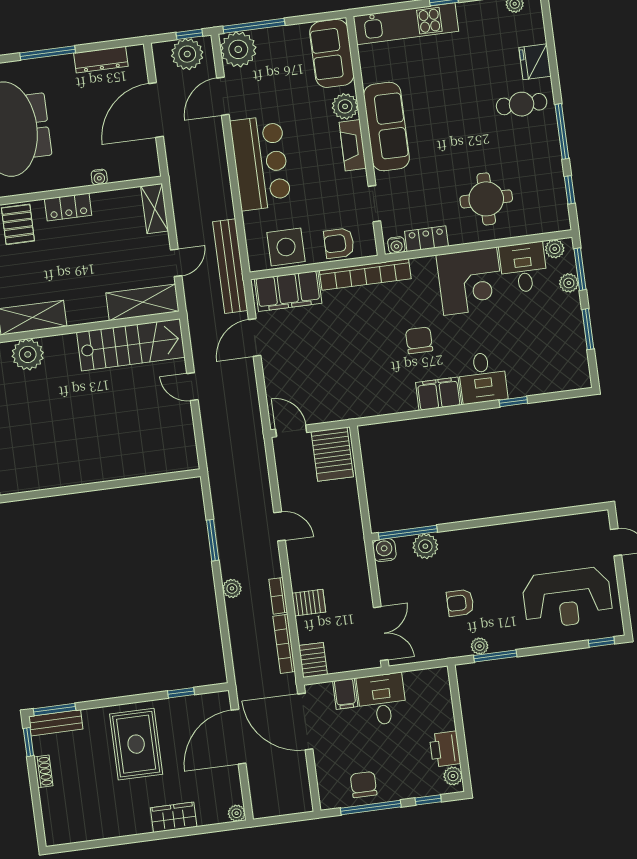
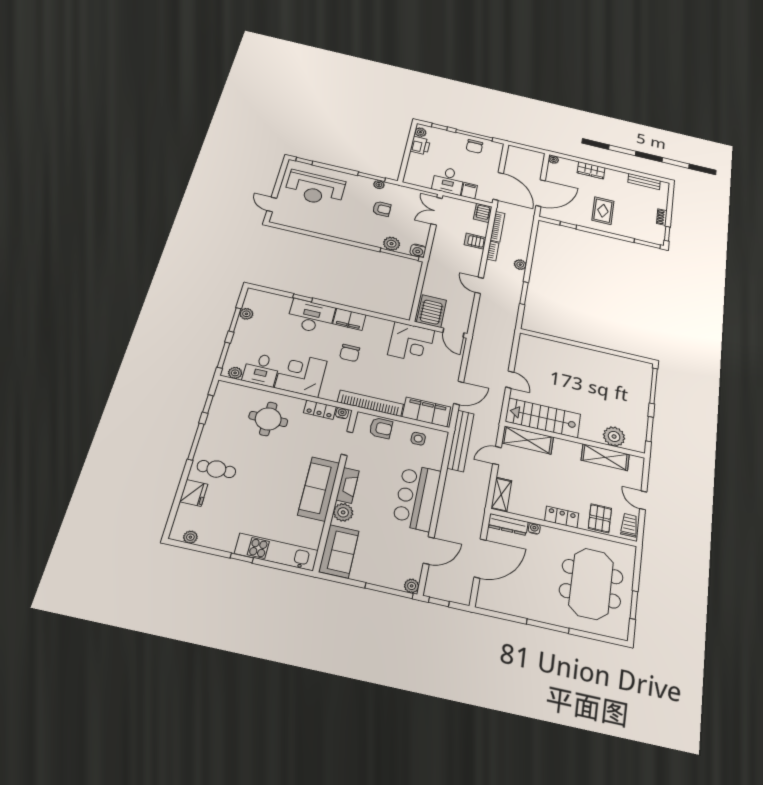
plant: (238, 49) -> (412, 586), width x0.53, depth x0.53
plant: (187, 54) -> (445, 589), removed
dresser: (101, 60) -> (508, 524), moved, turned 180
side table: (286, 247) -> (418, 439), width x0.54, depth x0.54
plant: (569, 283) -> (246, 314), moved
desk: (483, 378) -> (311, 316), width x1.37
corner desk: (343, 391) -> (411, 342), added
reception desk: (567, 598) -> (315, 188), turned 180
bench: (56, 723) -> (644, 181), moved
rug: (136, 744) -> (603, 211), width x0.73, depth x0.70

